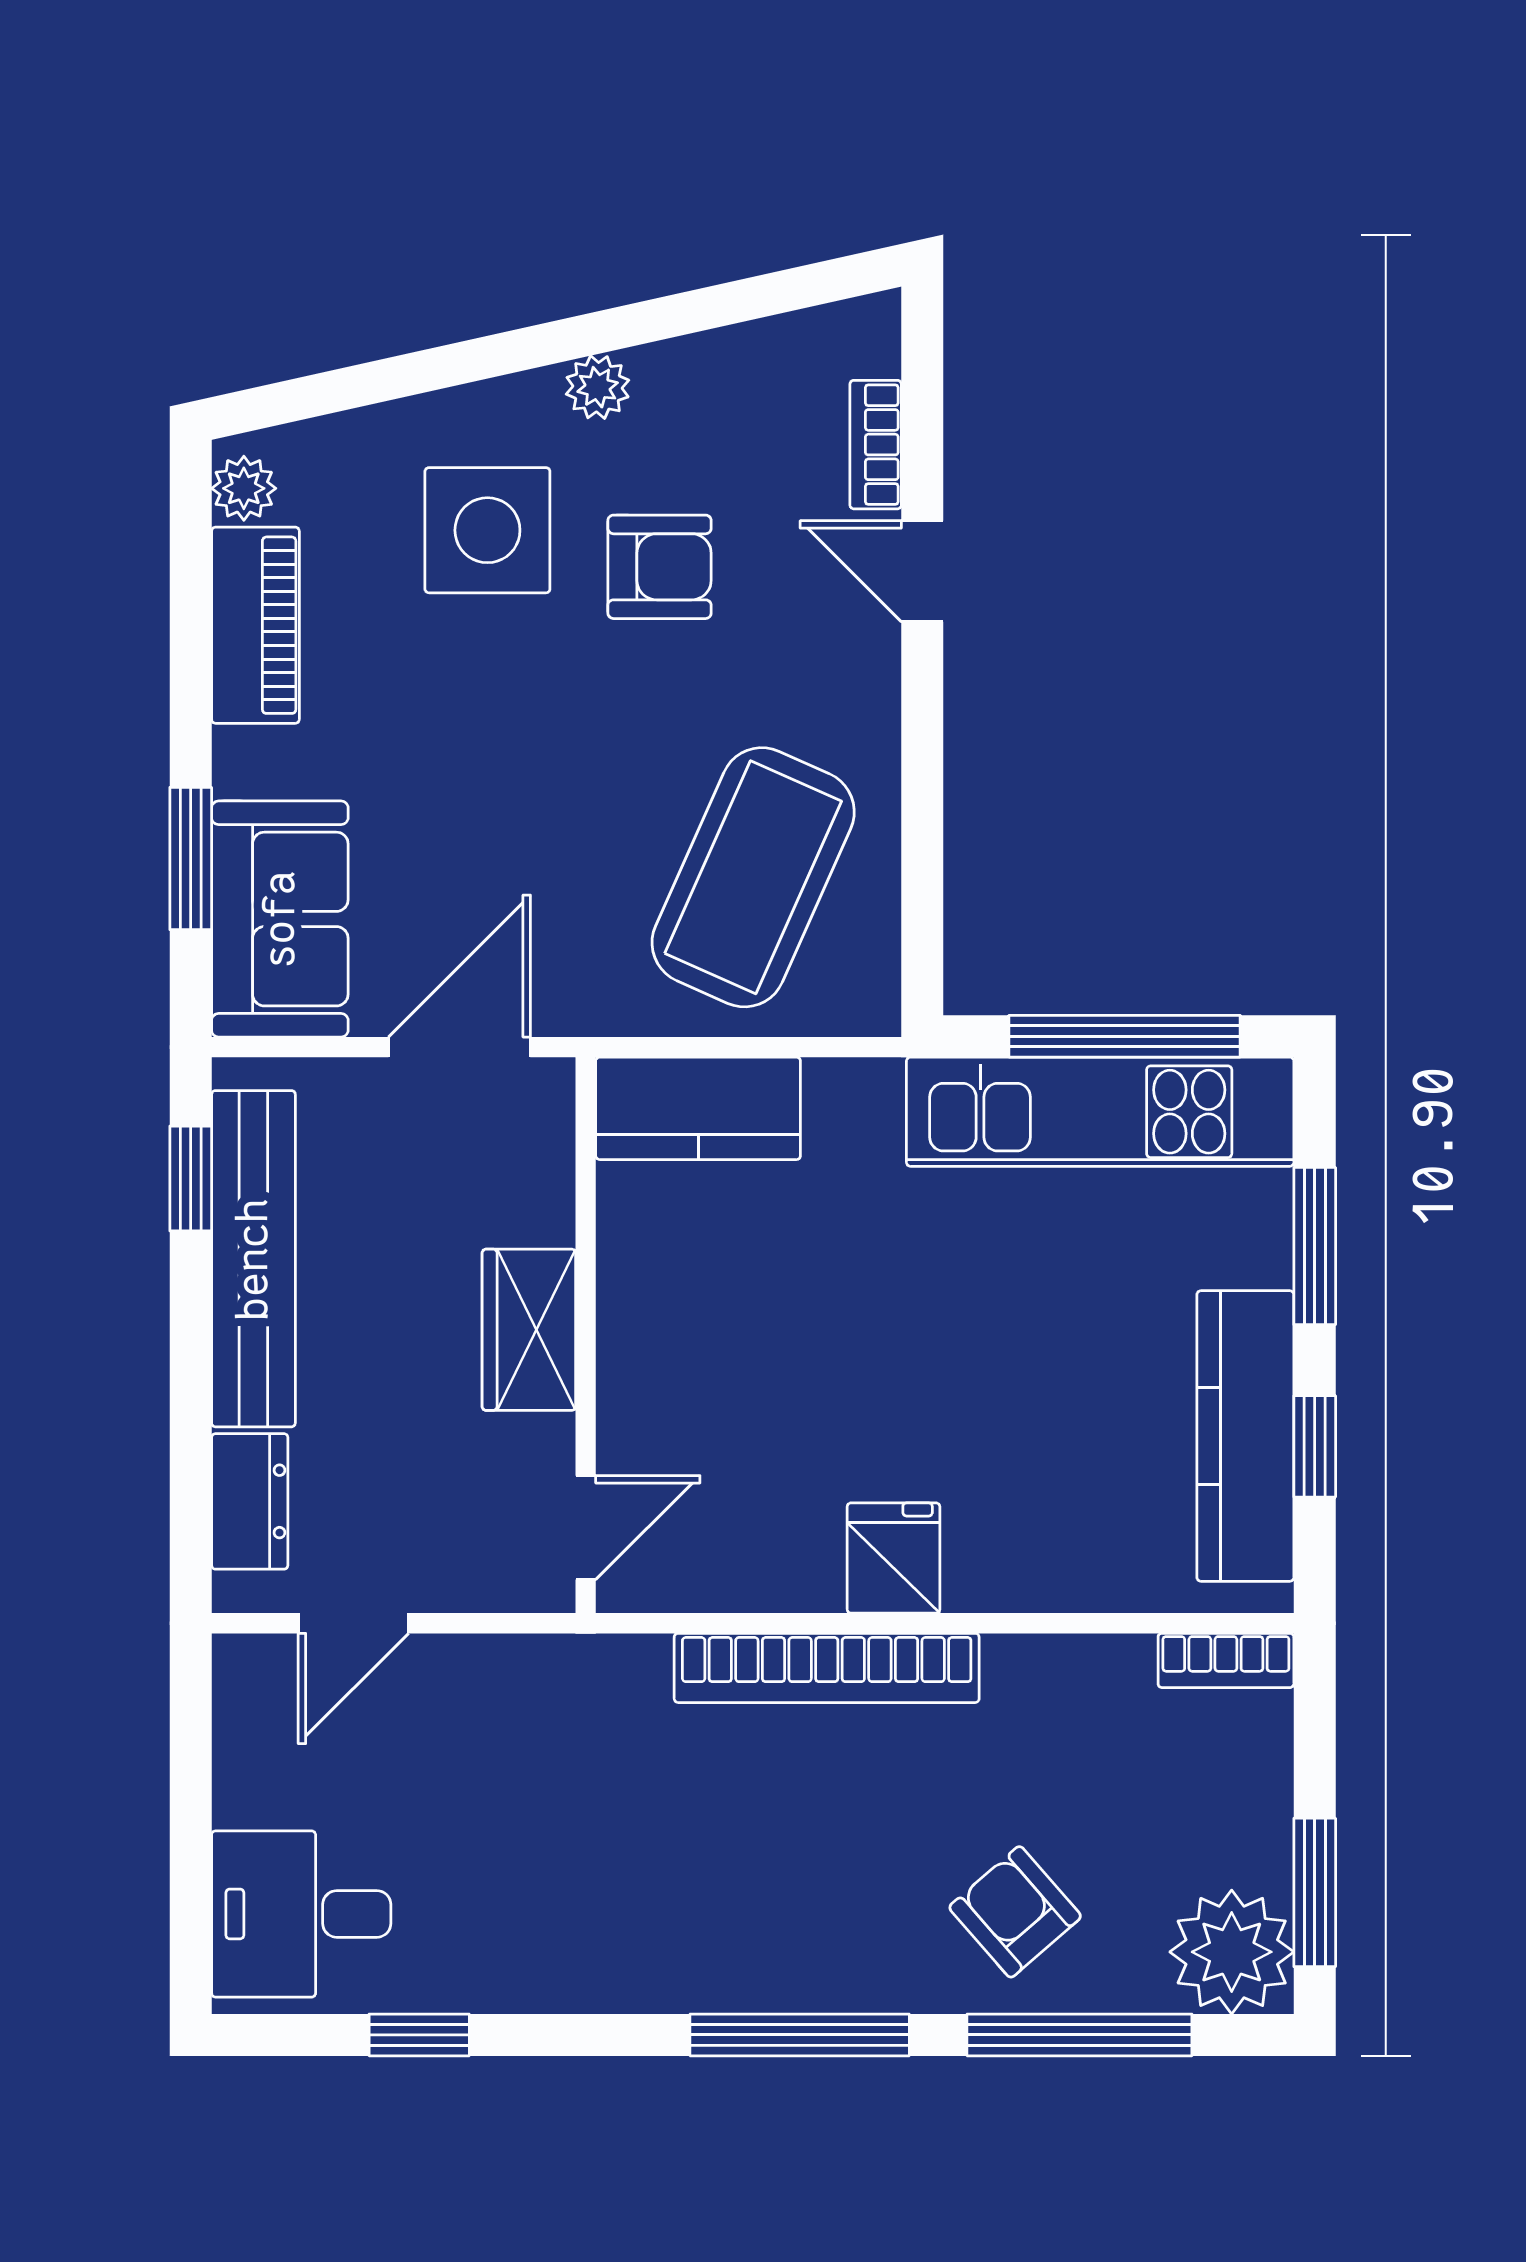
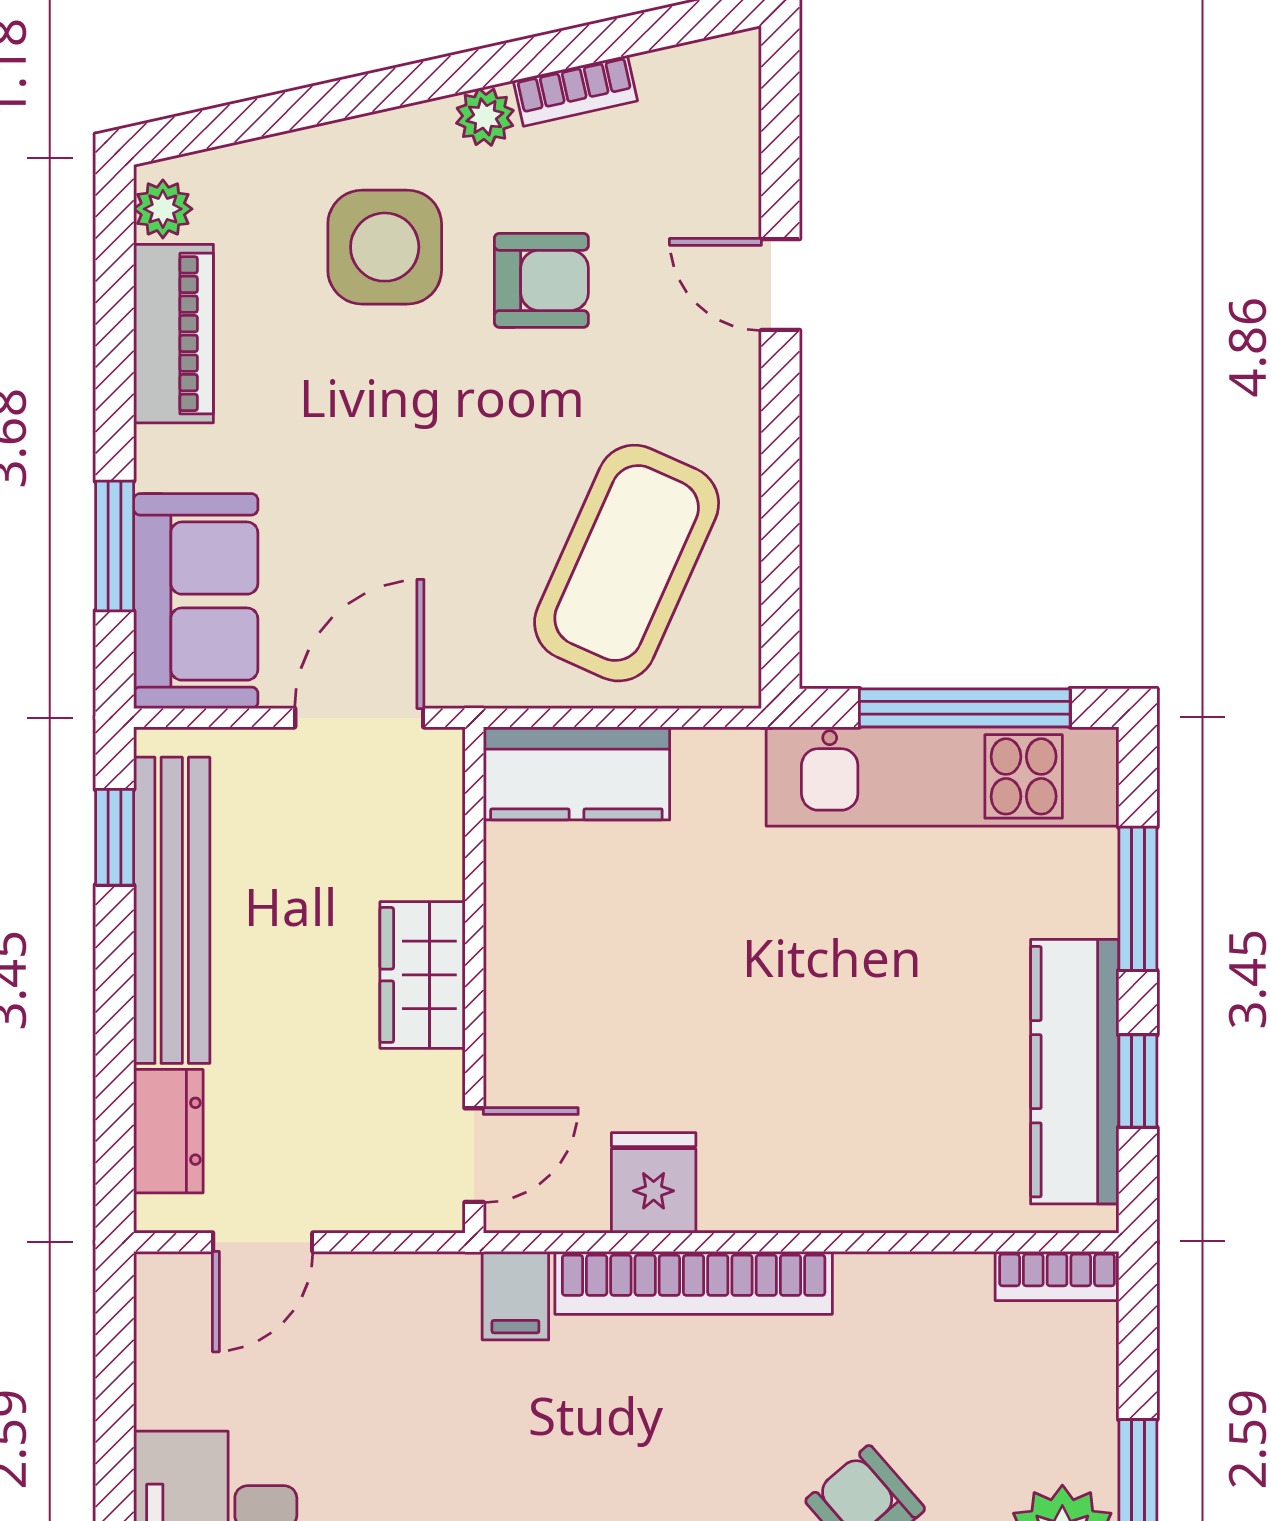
bookcase: (876, 445) -> (575, 91), moved, turned -103
fridge: (894, 1558) -> (654, 1183), moved
filing cabinet: (631, 1682) -> (515, 1296), added

